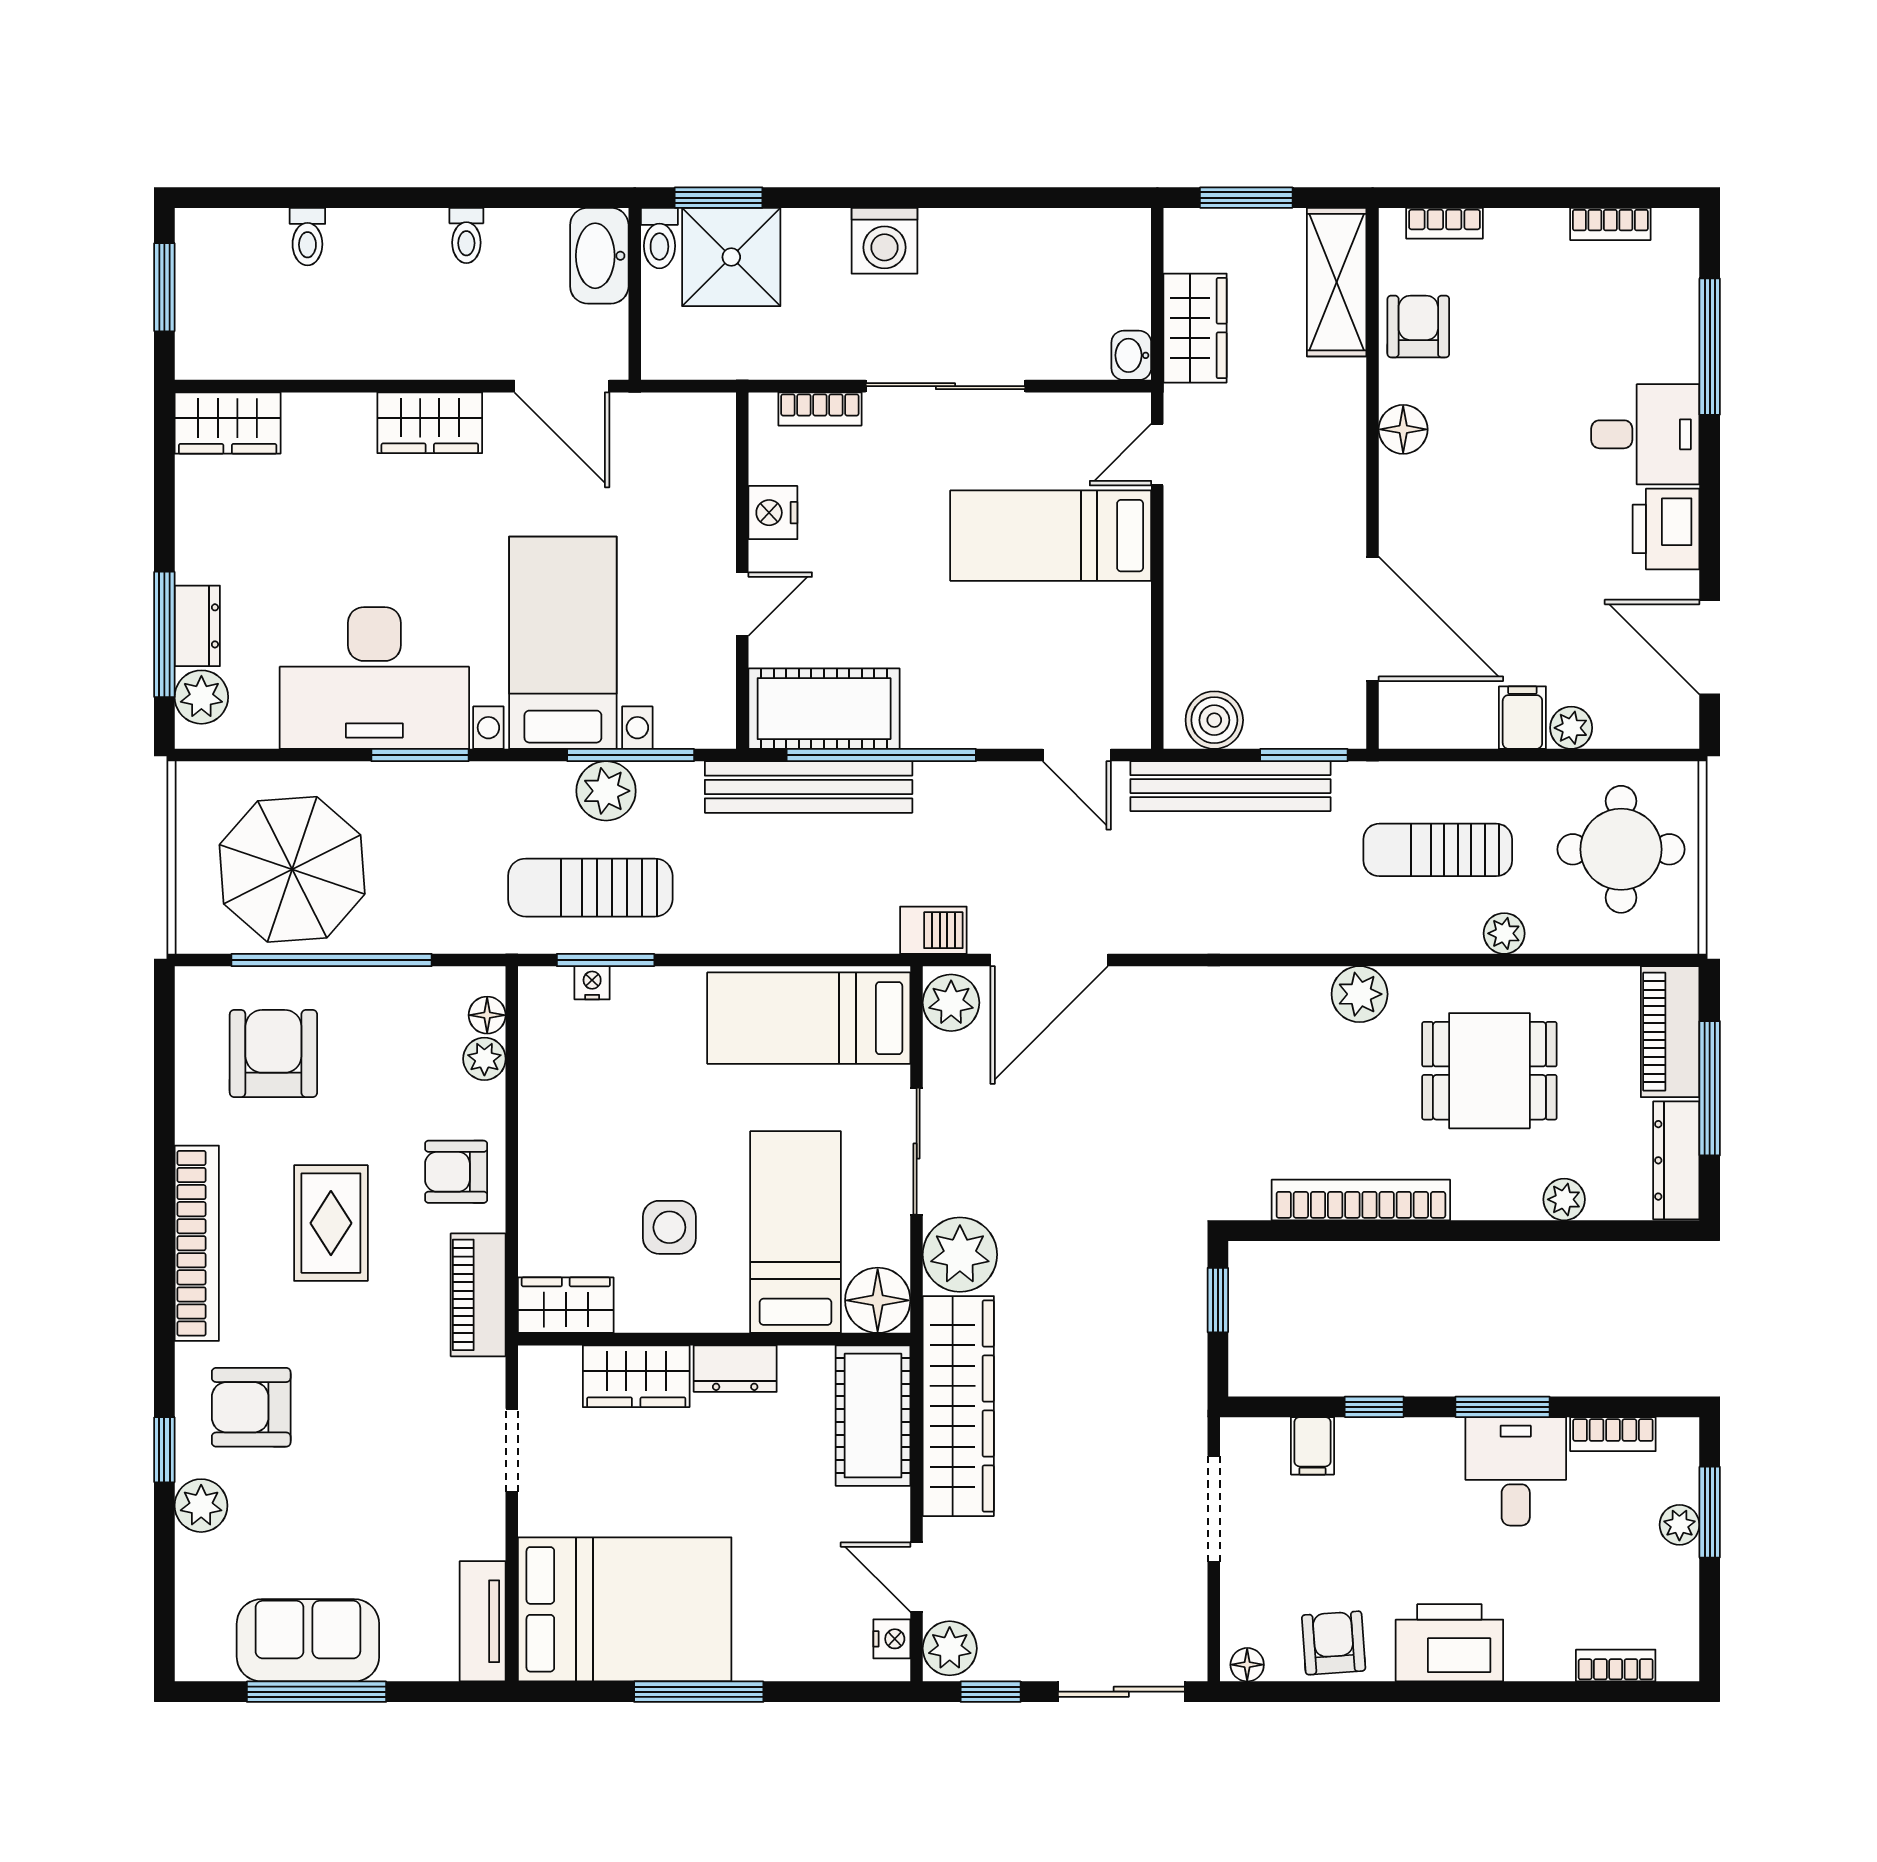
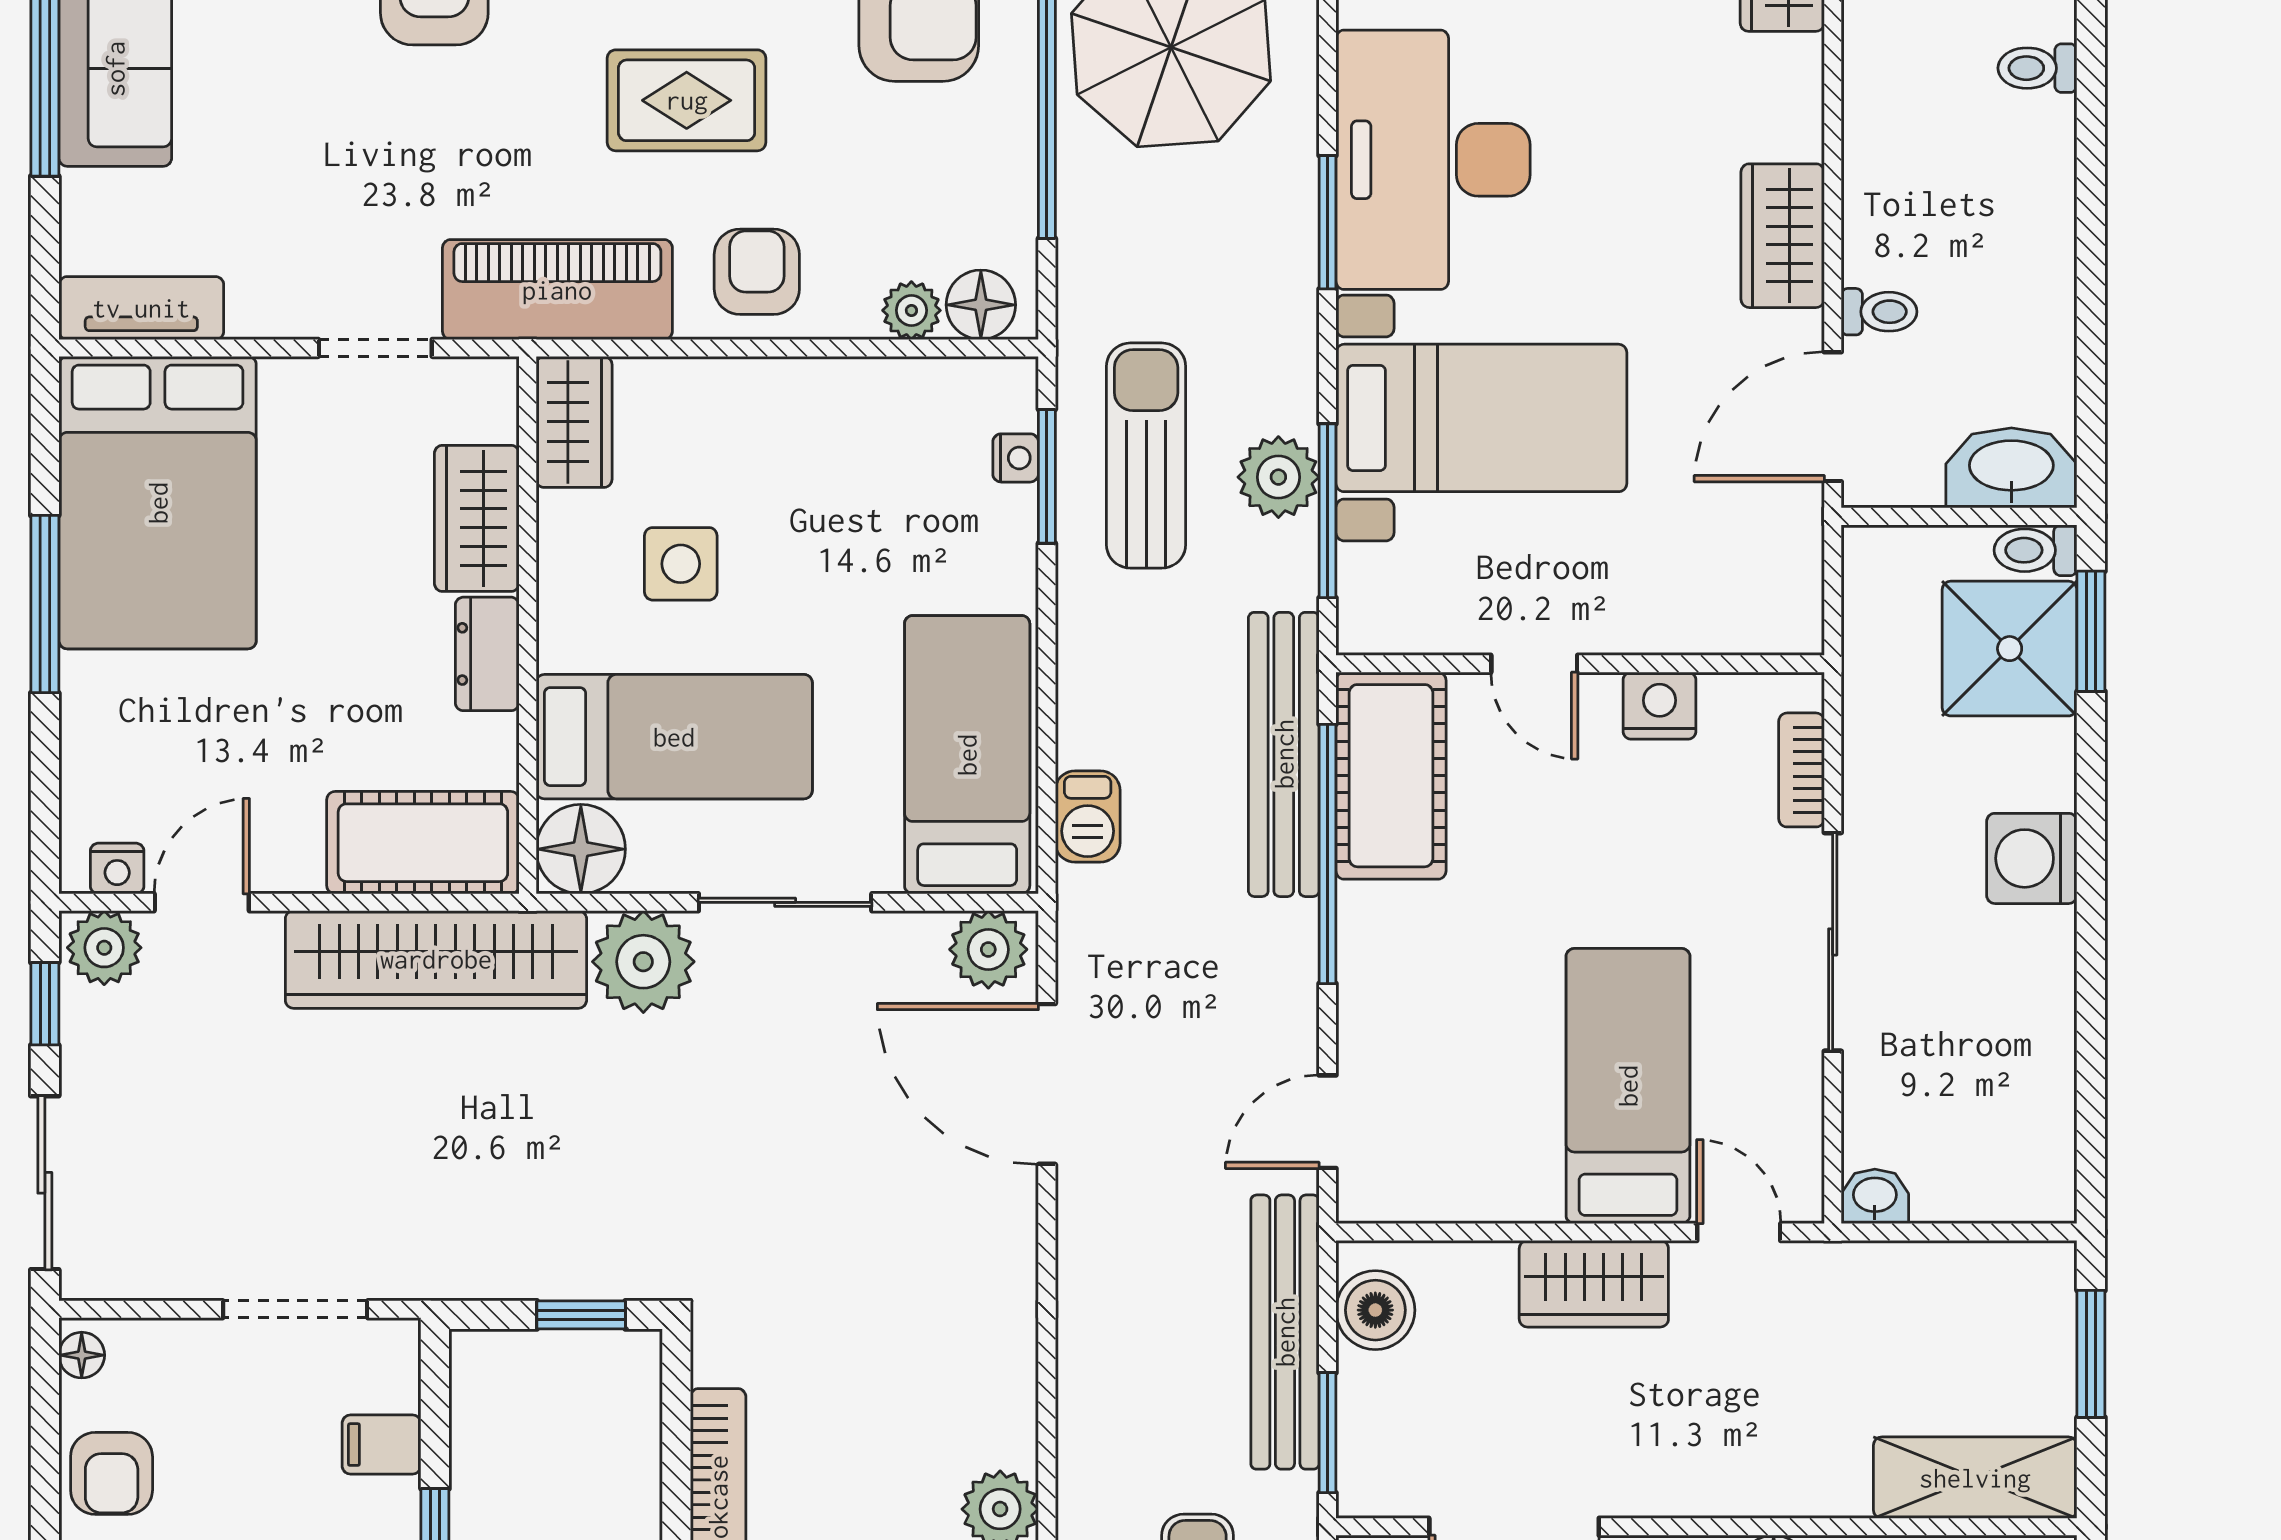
toilet: (466, 235) -> (1879, 312), moved, turned 180
wardrobe: (1195, 328) -> (1594, 1284), moved
barbecue: (933, 930) -> (1088, 817), moved
floor lamp: (487, 1015) -> (981, 305), width x1.37, depth x1.37
piano: (478, 1295) -> (557, 290), width x1.37, depth x1.33
armchair: (1334, 1643) -> (112, 1473), turned 94

